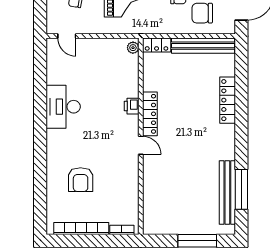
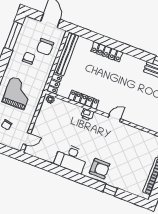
locker: (150, 114) -> (84, 100), moved
window: (40, 177) -> (110, 190), added
armchair: (81, 180) -> (100, 169), moved

